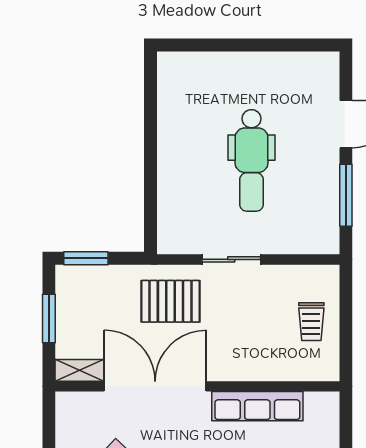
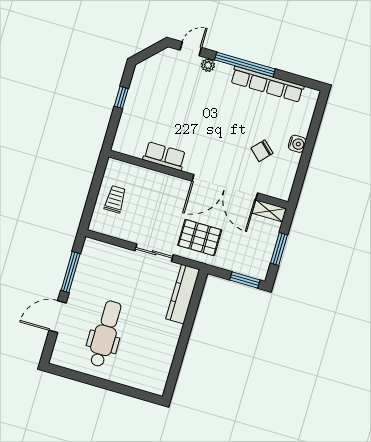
dental chair: (251, 160) -> (105, 334), moved
kitchen counter: (171, 211) -> (183, 294), added
row of seats: (257, 406) -> (164, 156), width x0.68

